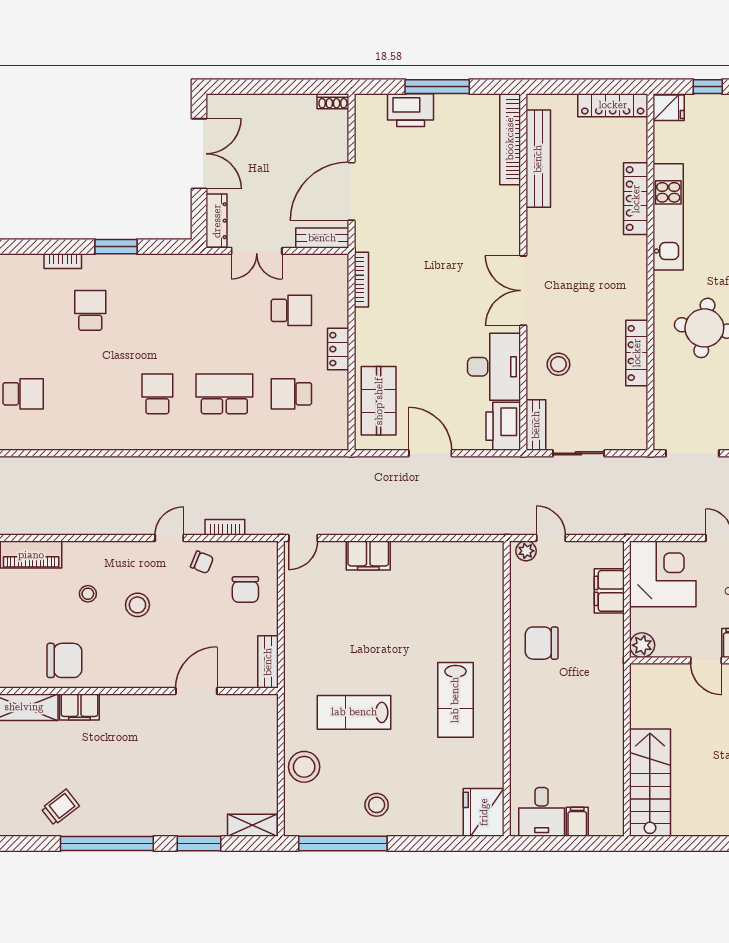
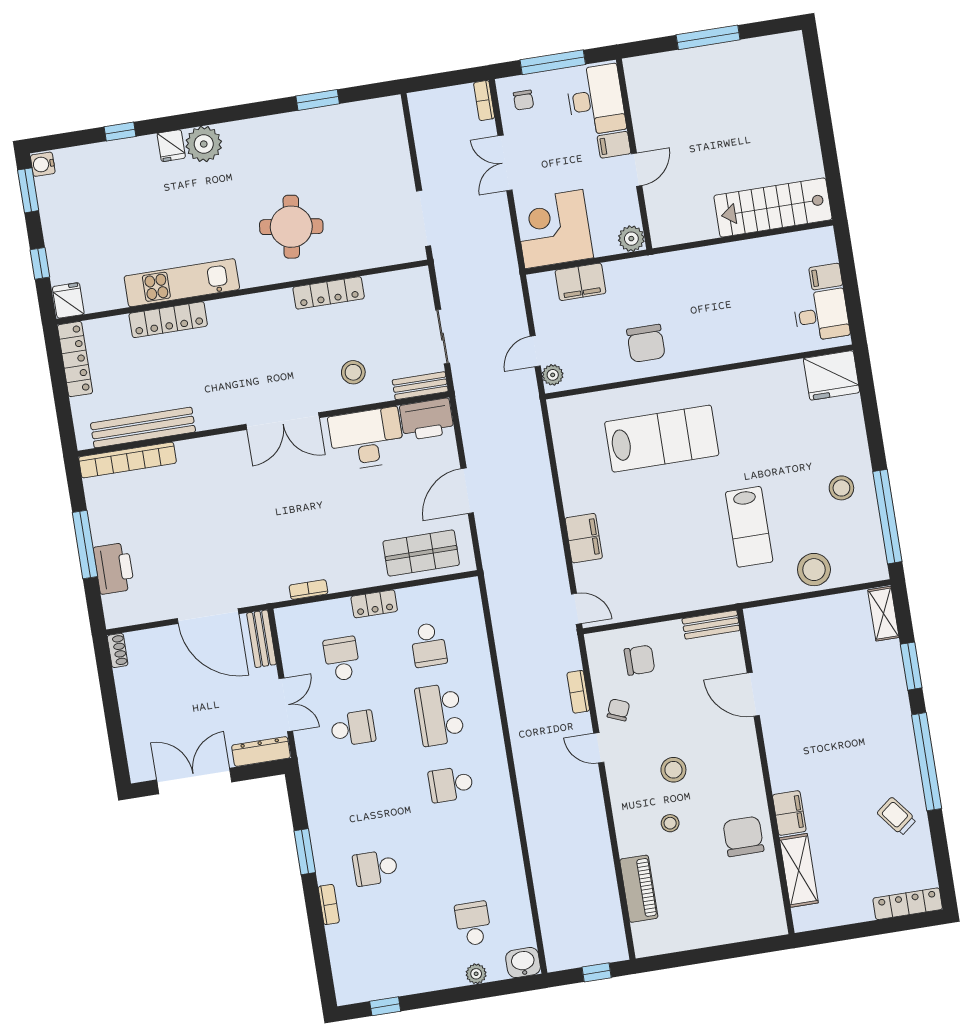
bookcase: (361, 280) -> (308, 590), width x0.64
school desk: (224, 310) -> (353, 728), added
lab bench: (455, 700) -> (662, 439), moved, width x1.36, depth x1.39

